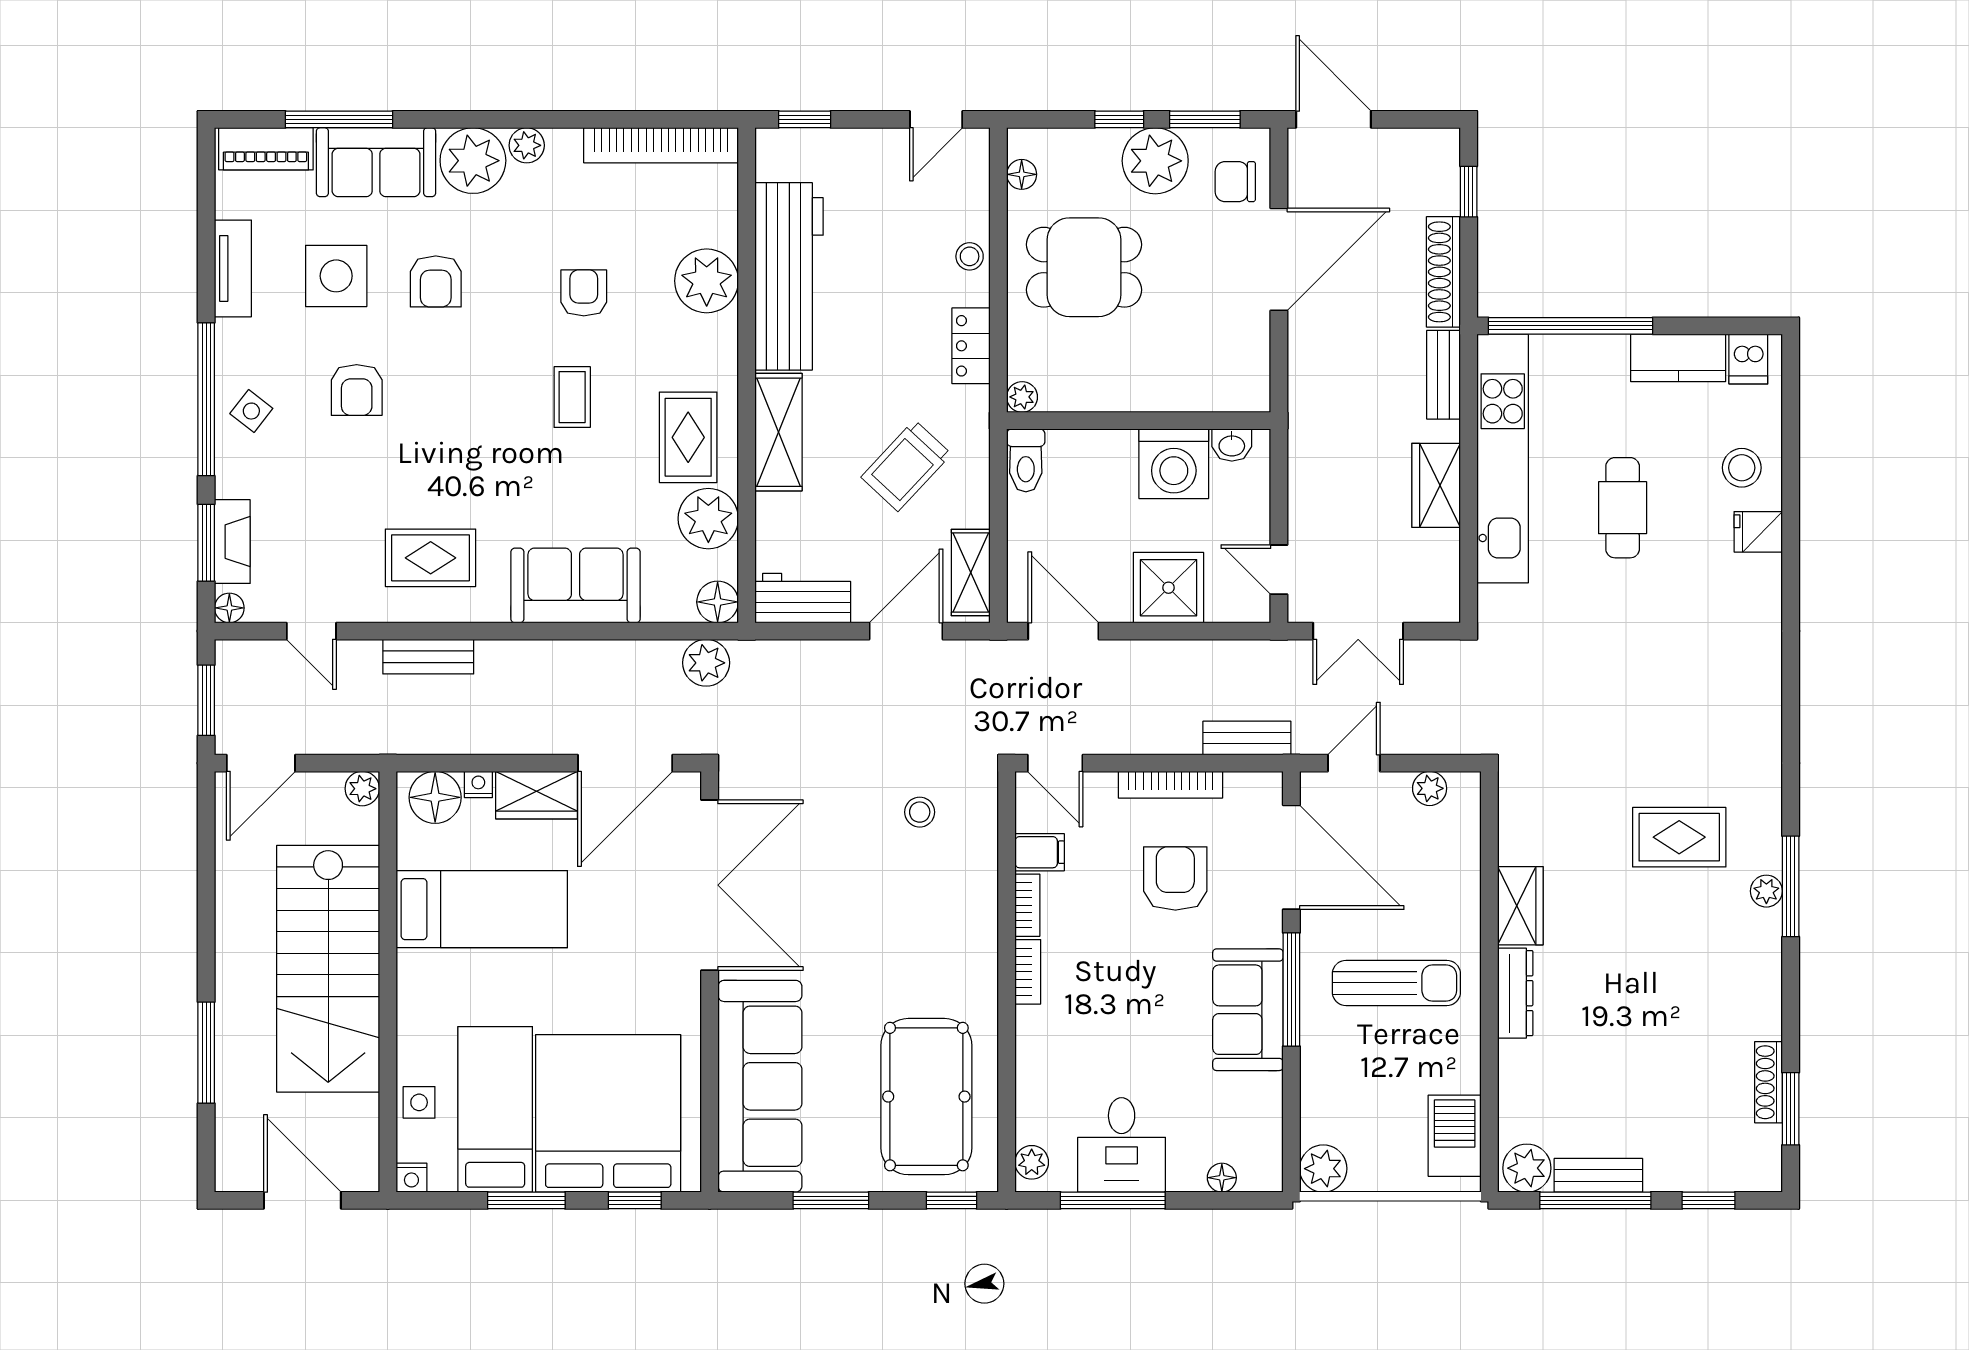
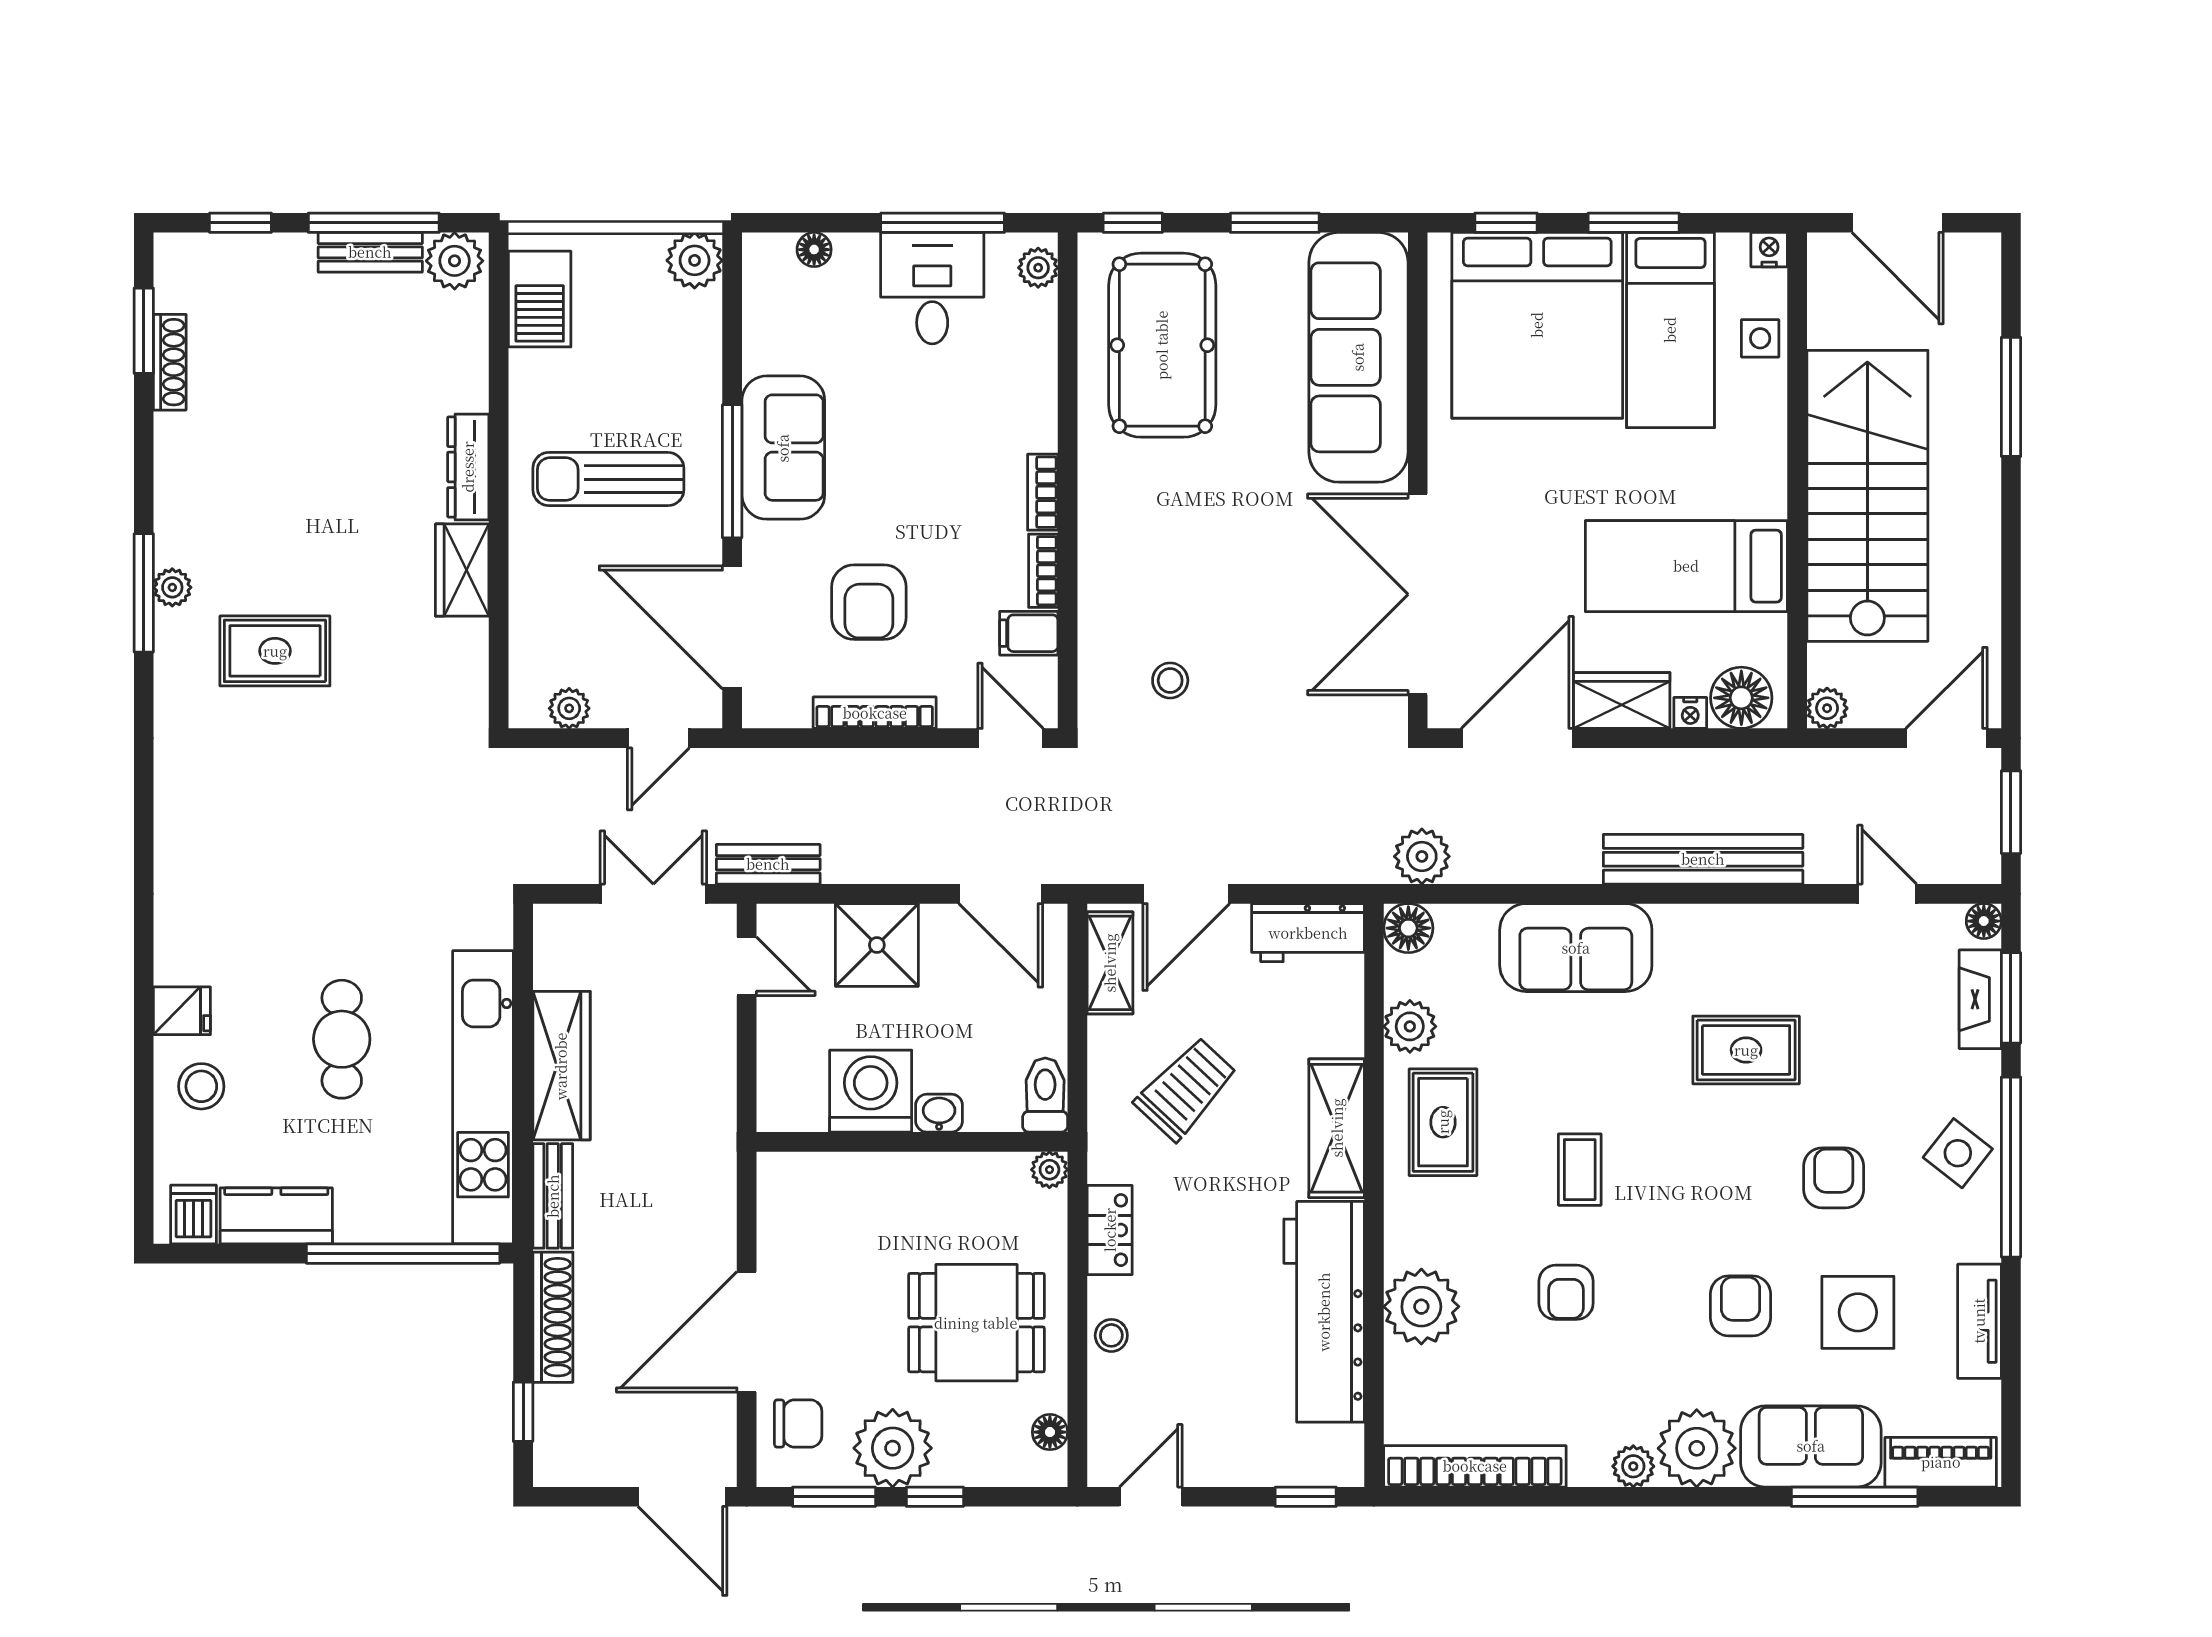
side table: (251, 411) -> (1958, 1153), width x1.37, depth x1.37
washbasin: (1232, 445) -> (939, 1113), moved
wardrobe: (1436, 485) -> (561, 1066), width x1.50
plant: (708, 519) -> (1410, 1026), width x0.73, depth x0.73
rug: (431, 558) -> (1746, 1050), moved
bench: (428, 657) -> (1703, 859), width x1.86, depth x1.21
bench: (1247, 738) -> (768, 864), moved

